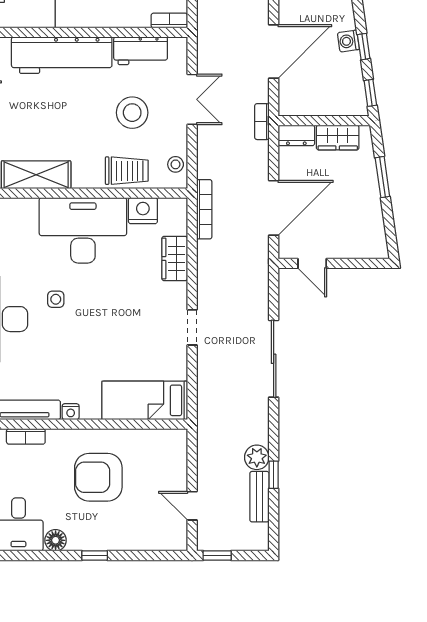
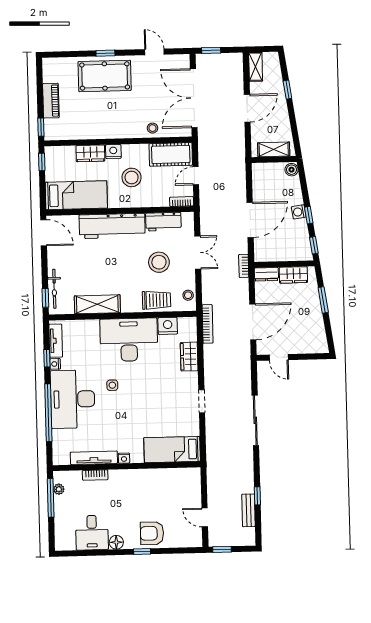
plant: (257, 457) -> (246, 485), removed
armchair: (98, 477) -> (152, 533), moved, width x0.73, depth x0.73

